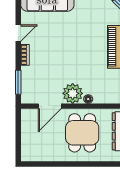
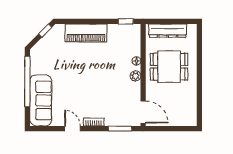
plant: (73, 93) -> (136, 76), width x0.53, depth x0.53
door: (50, 106) -> (143, 112), moved

